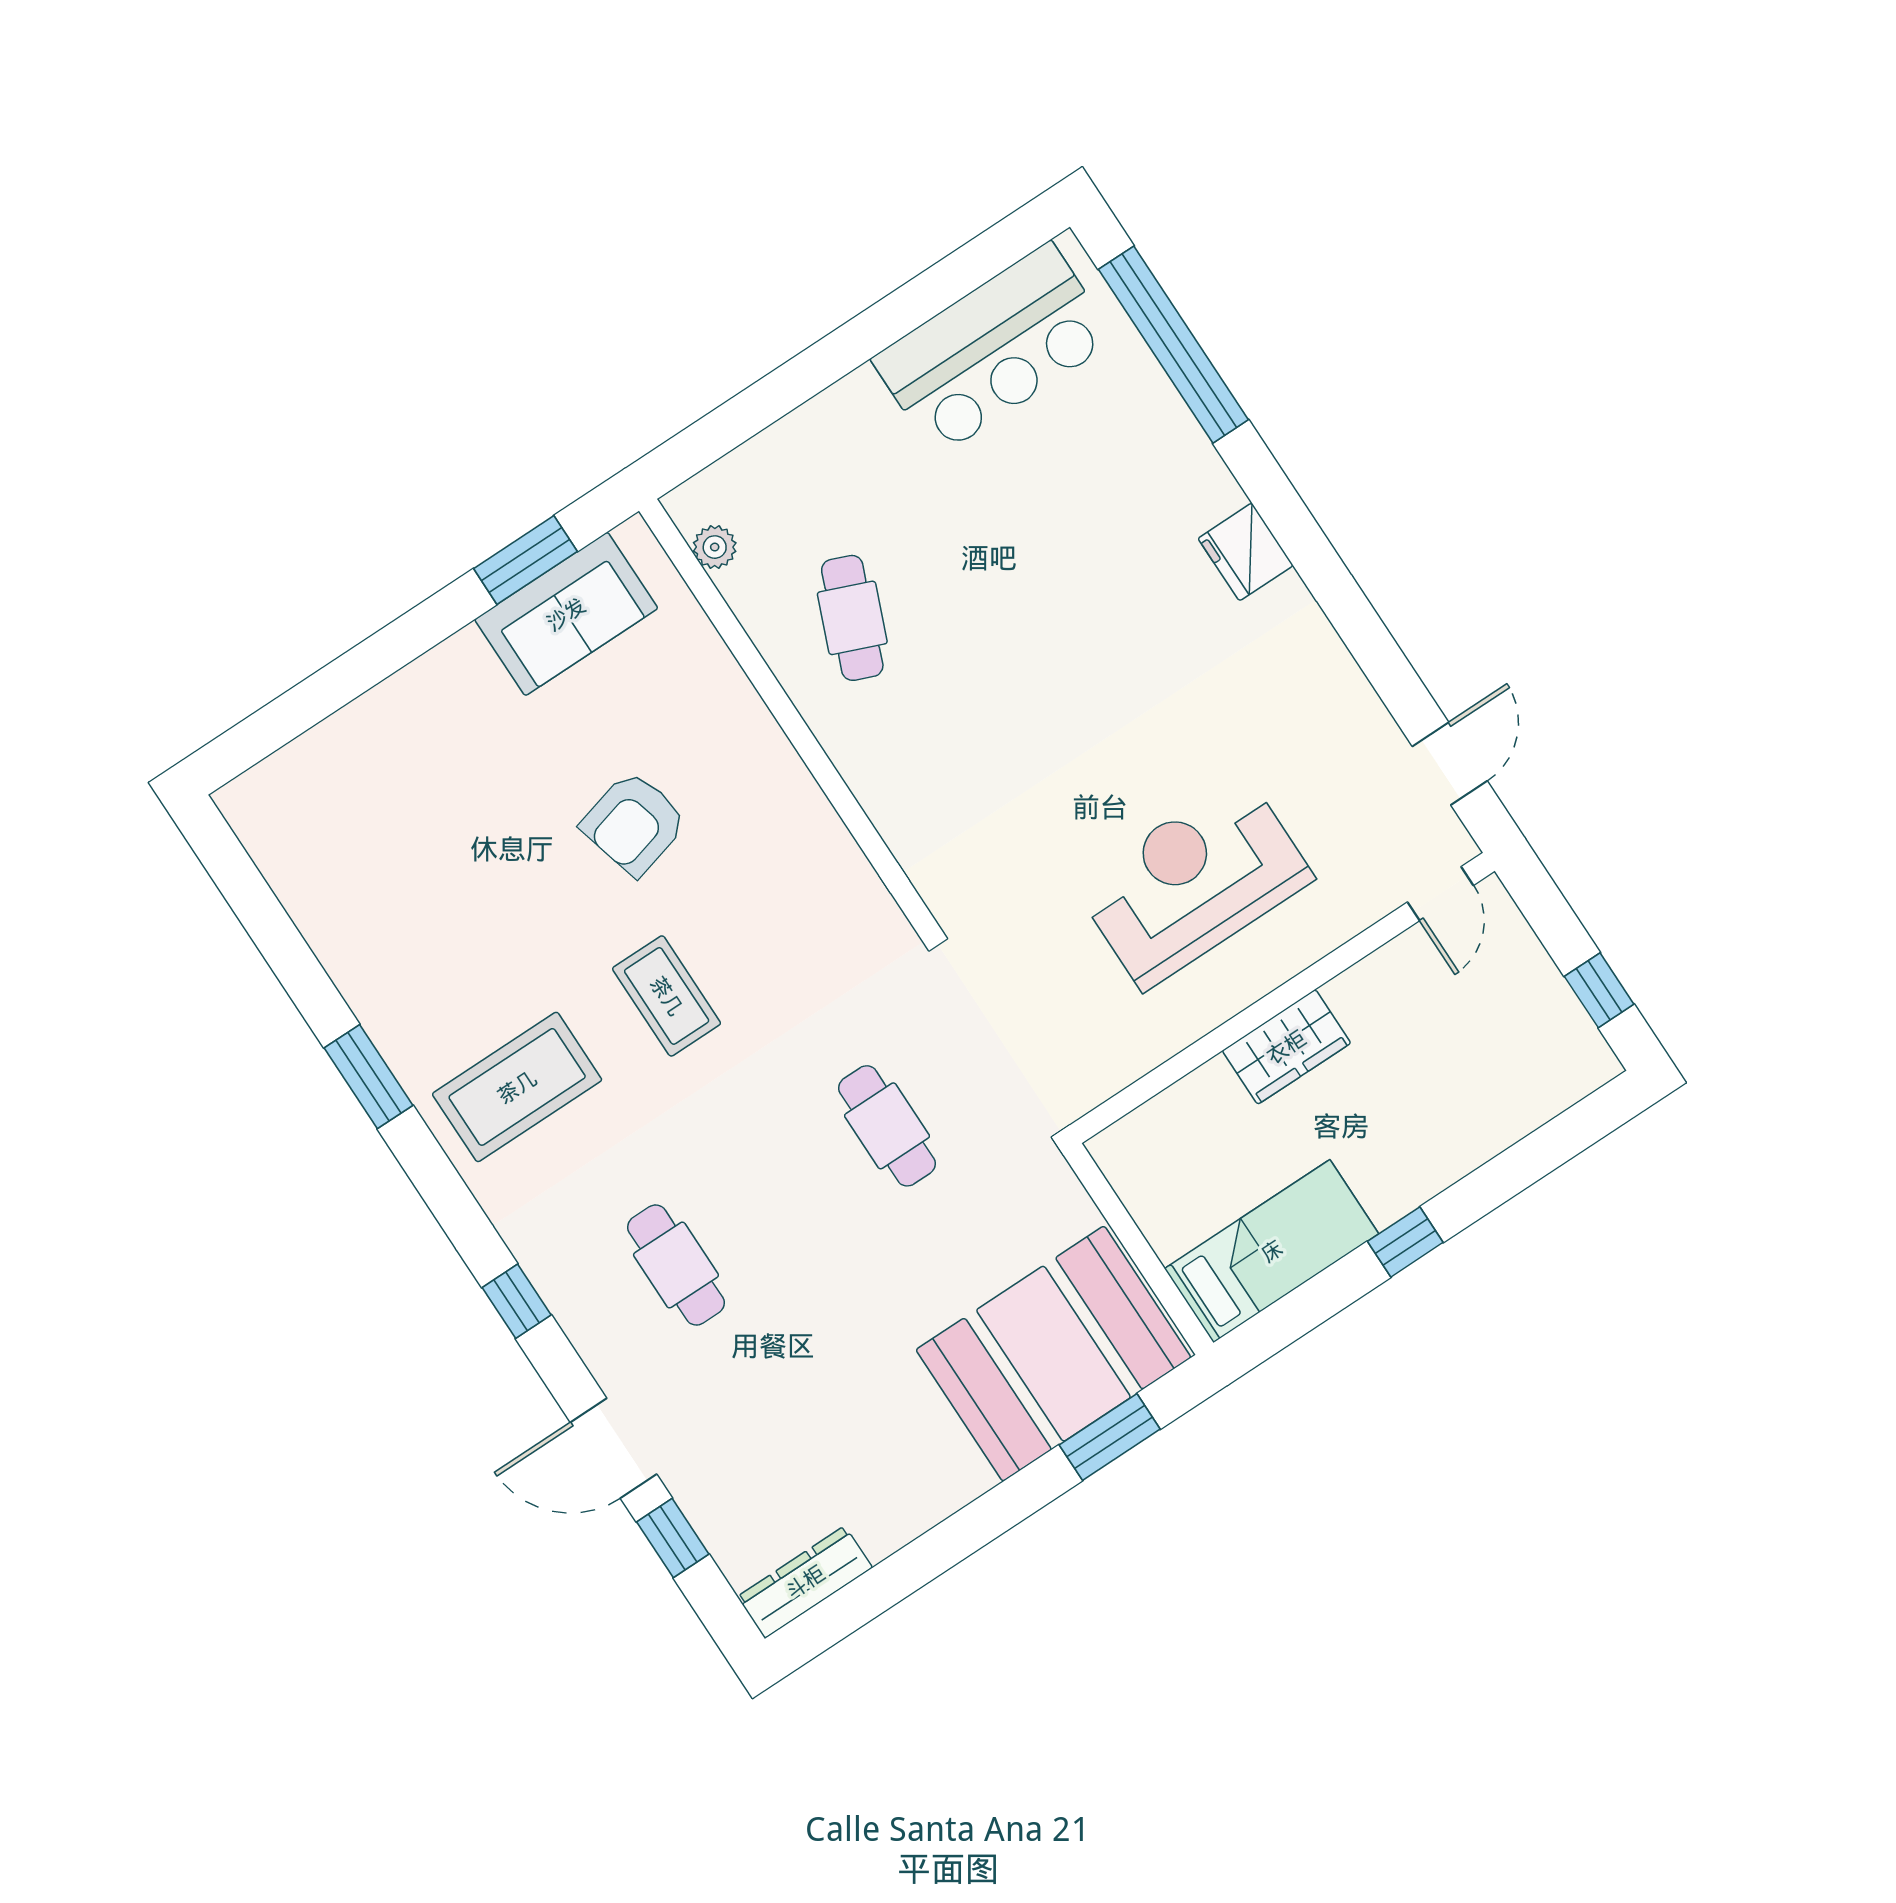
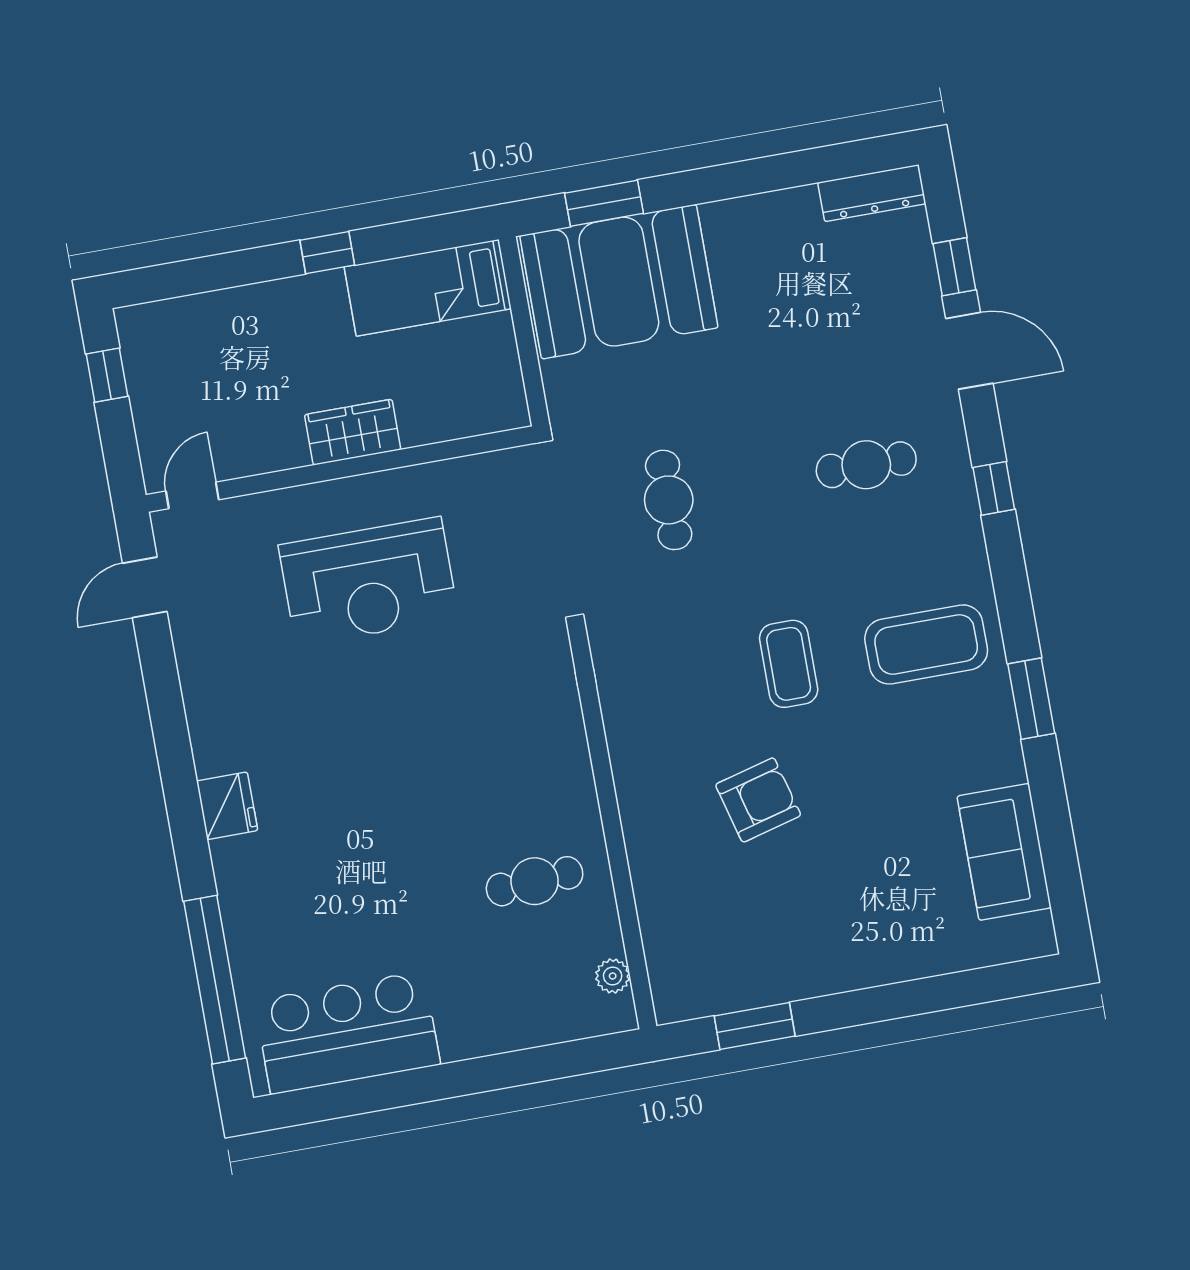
sofa: (566, 614) -> (1004, 852), moved, turned -90
cafe table: (852, 618) -> (535, 881), turned 64
cafe table: (676, 1265) -> (866, 465), turned 90

